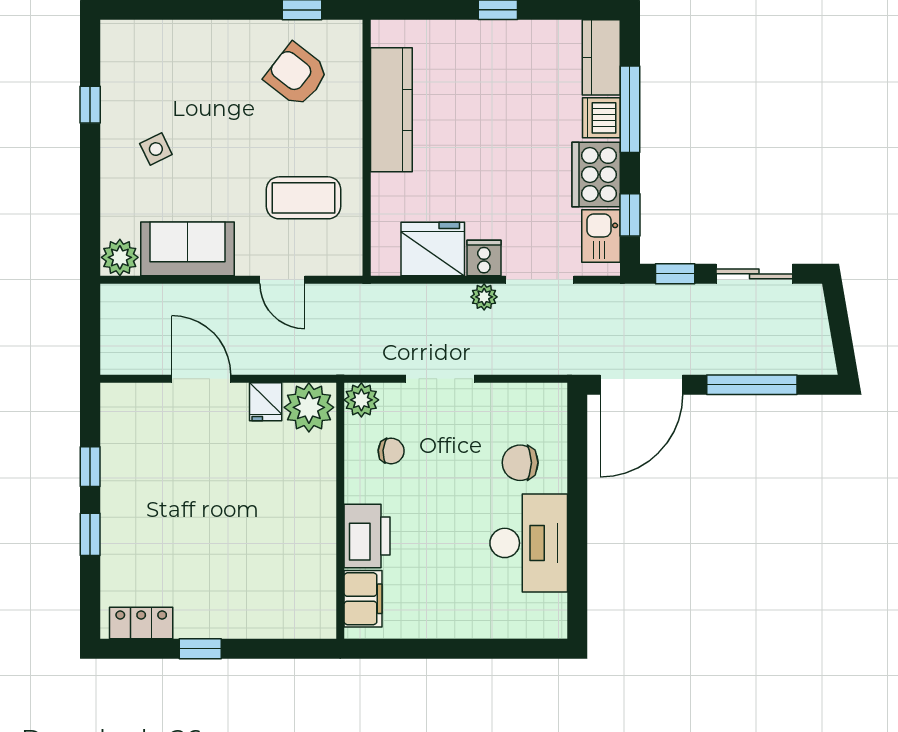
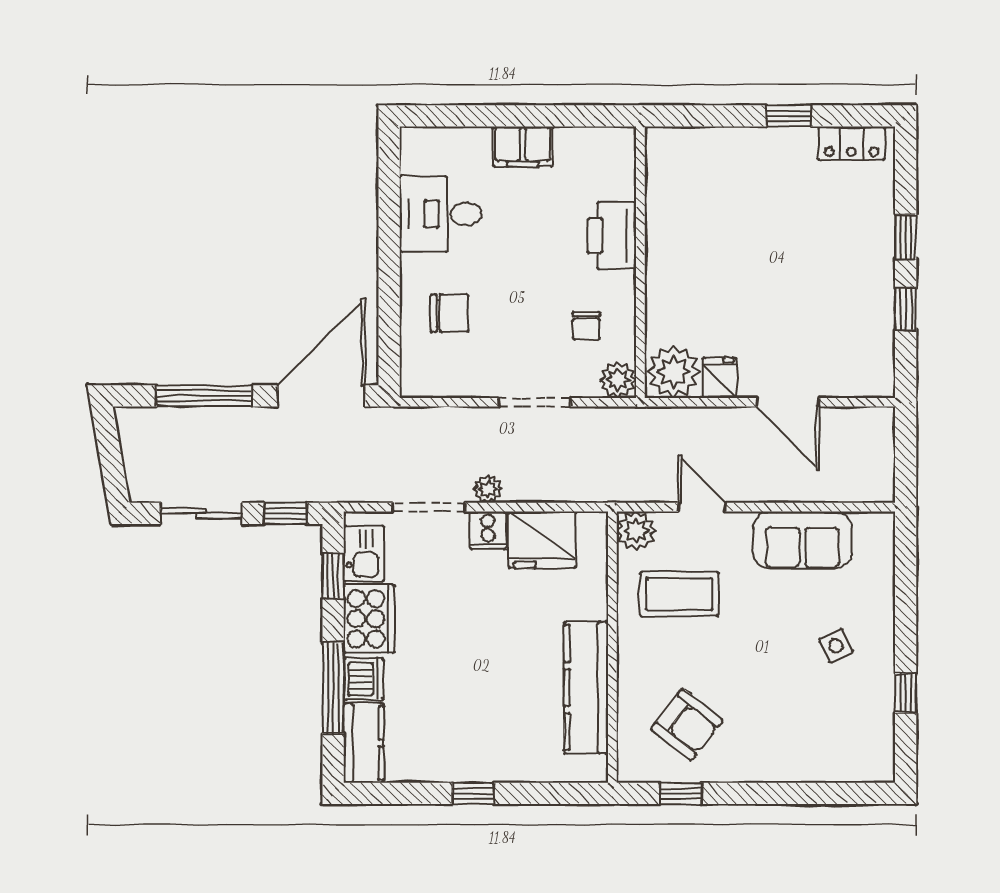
plant: (120, 257) -> (636, 531), moved
chair: (391, 451) -> (586, 326), turned -94
desk: (529, 543) -> (441, 214), width x0.73
filing cabinet: (363, 599) -> (523, 146), moved, turned -90

